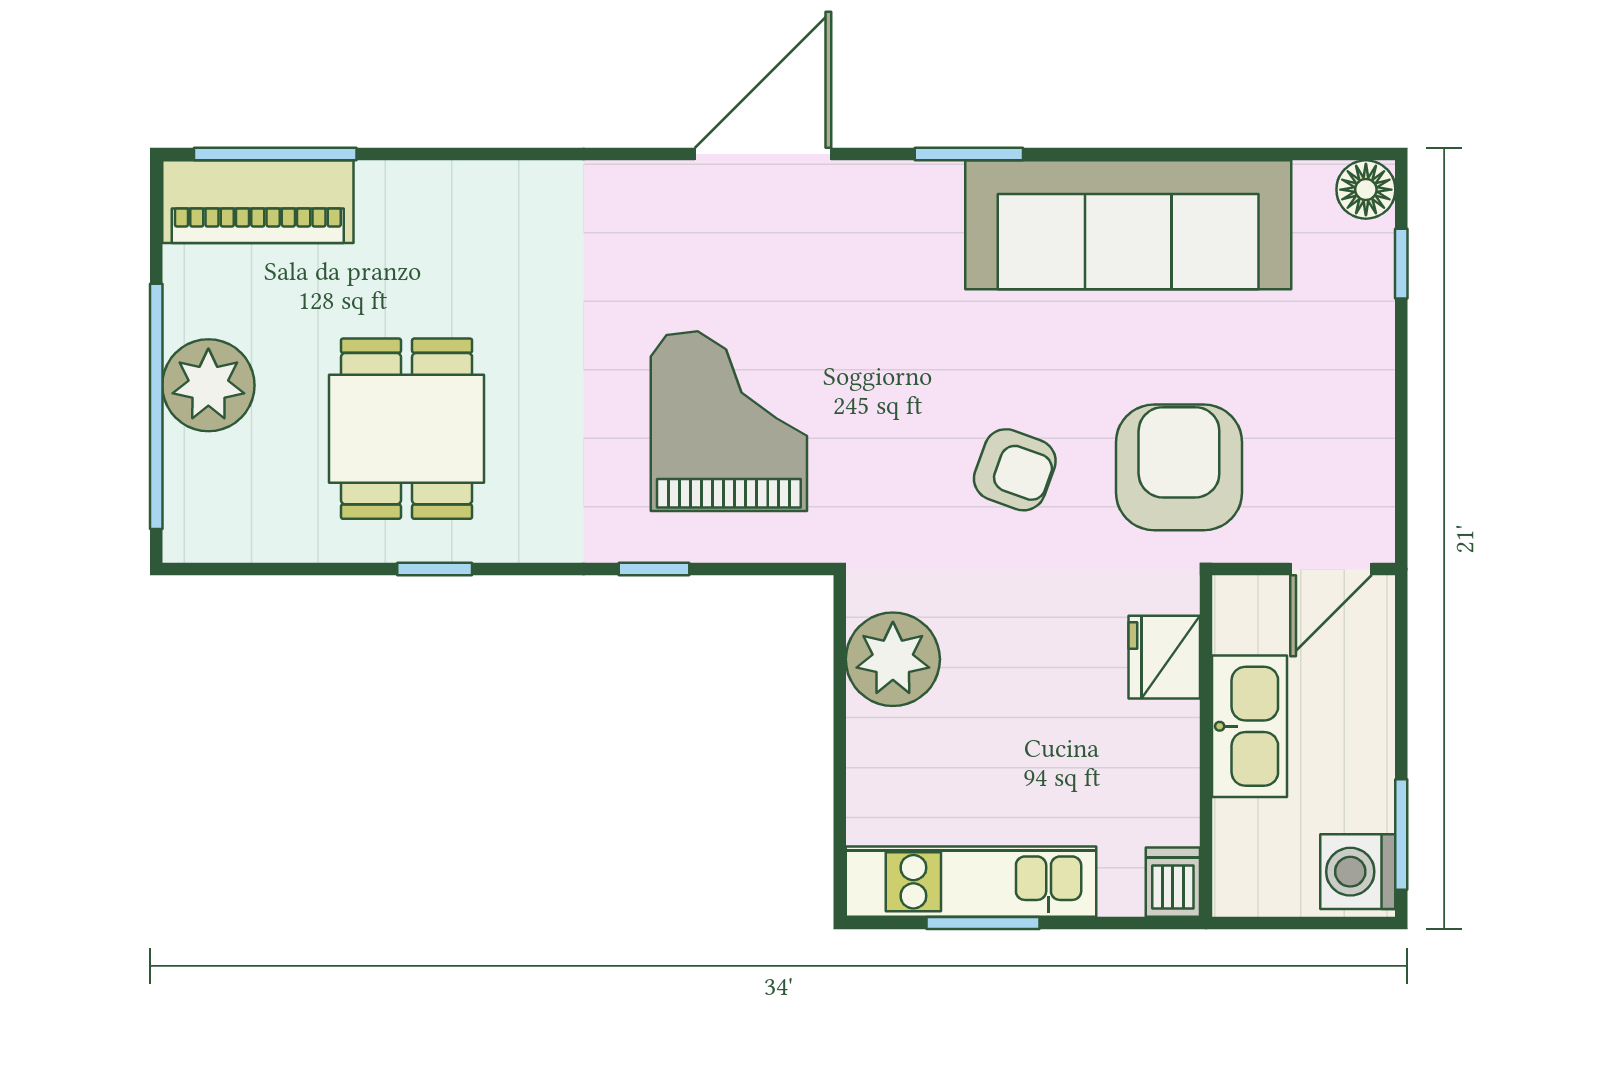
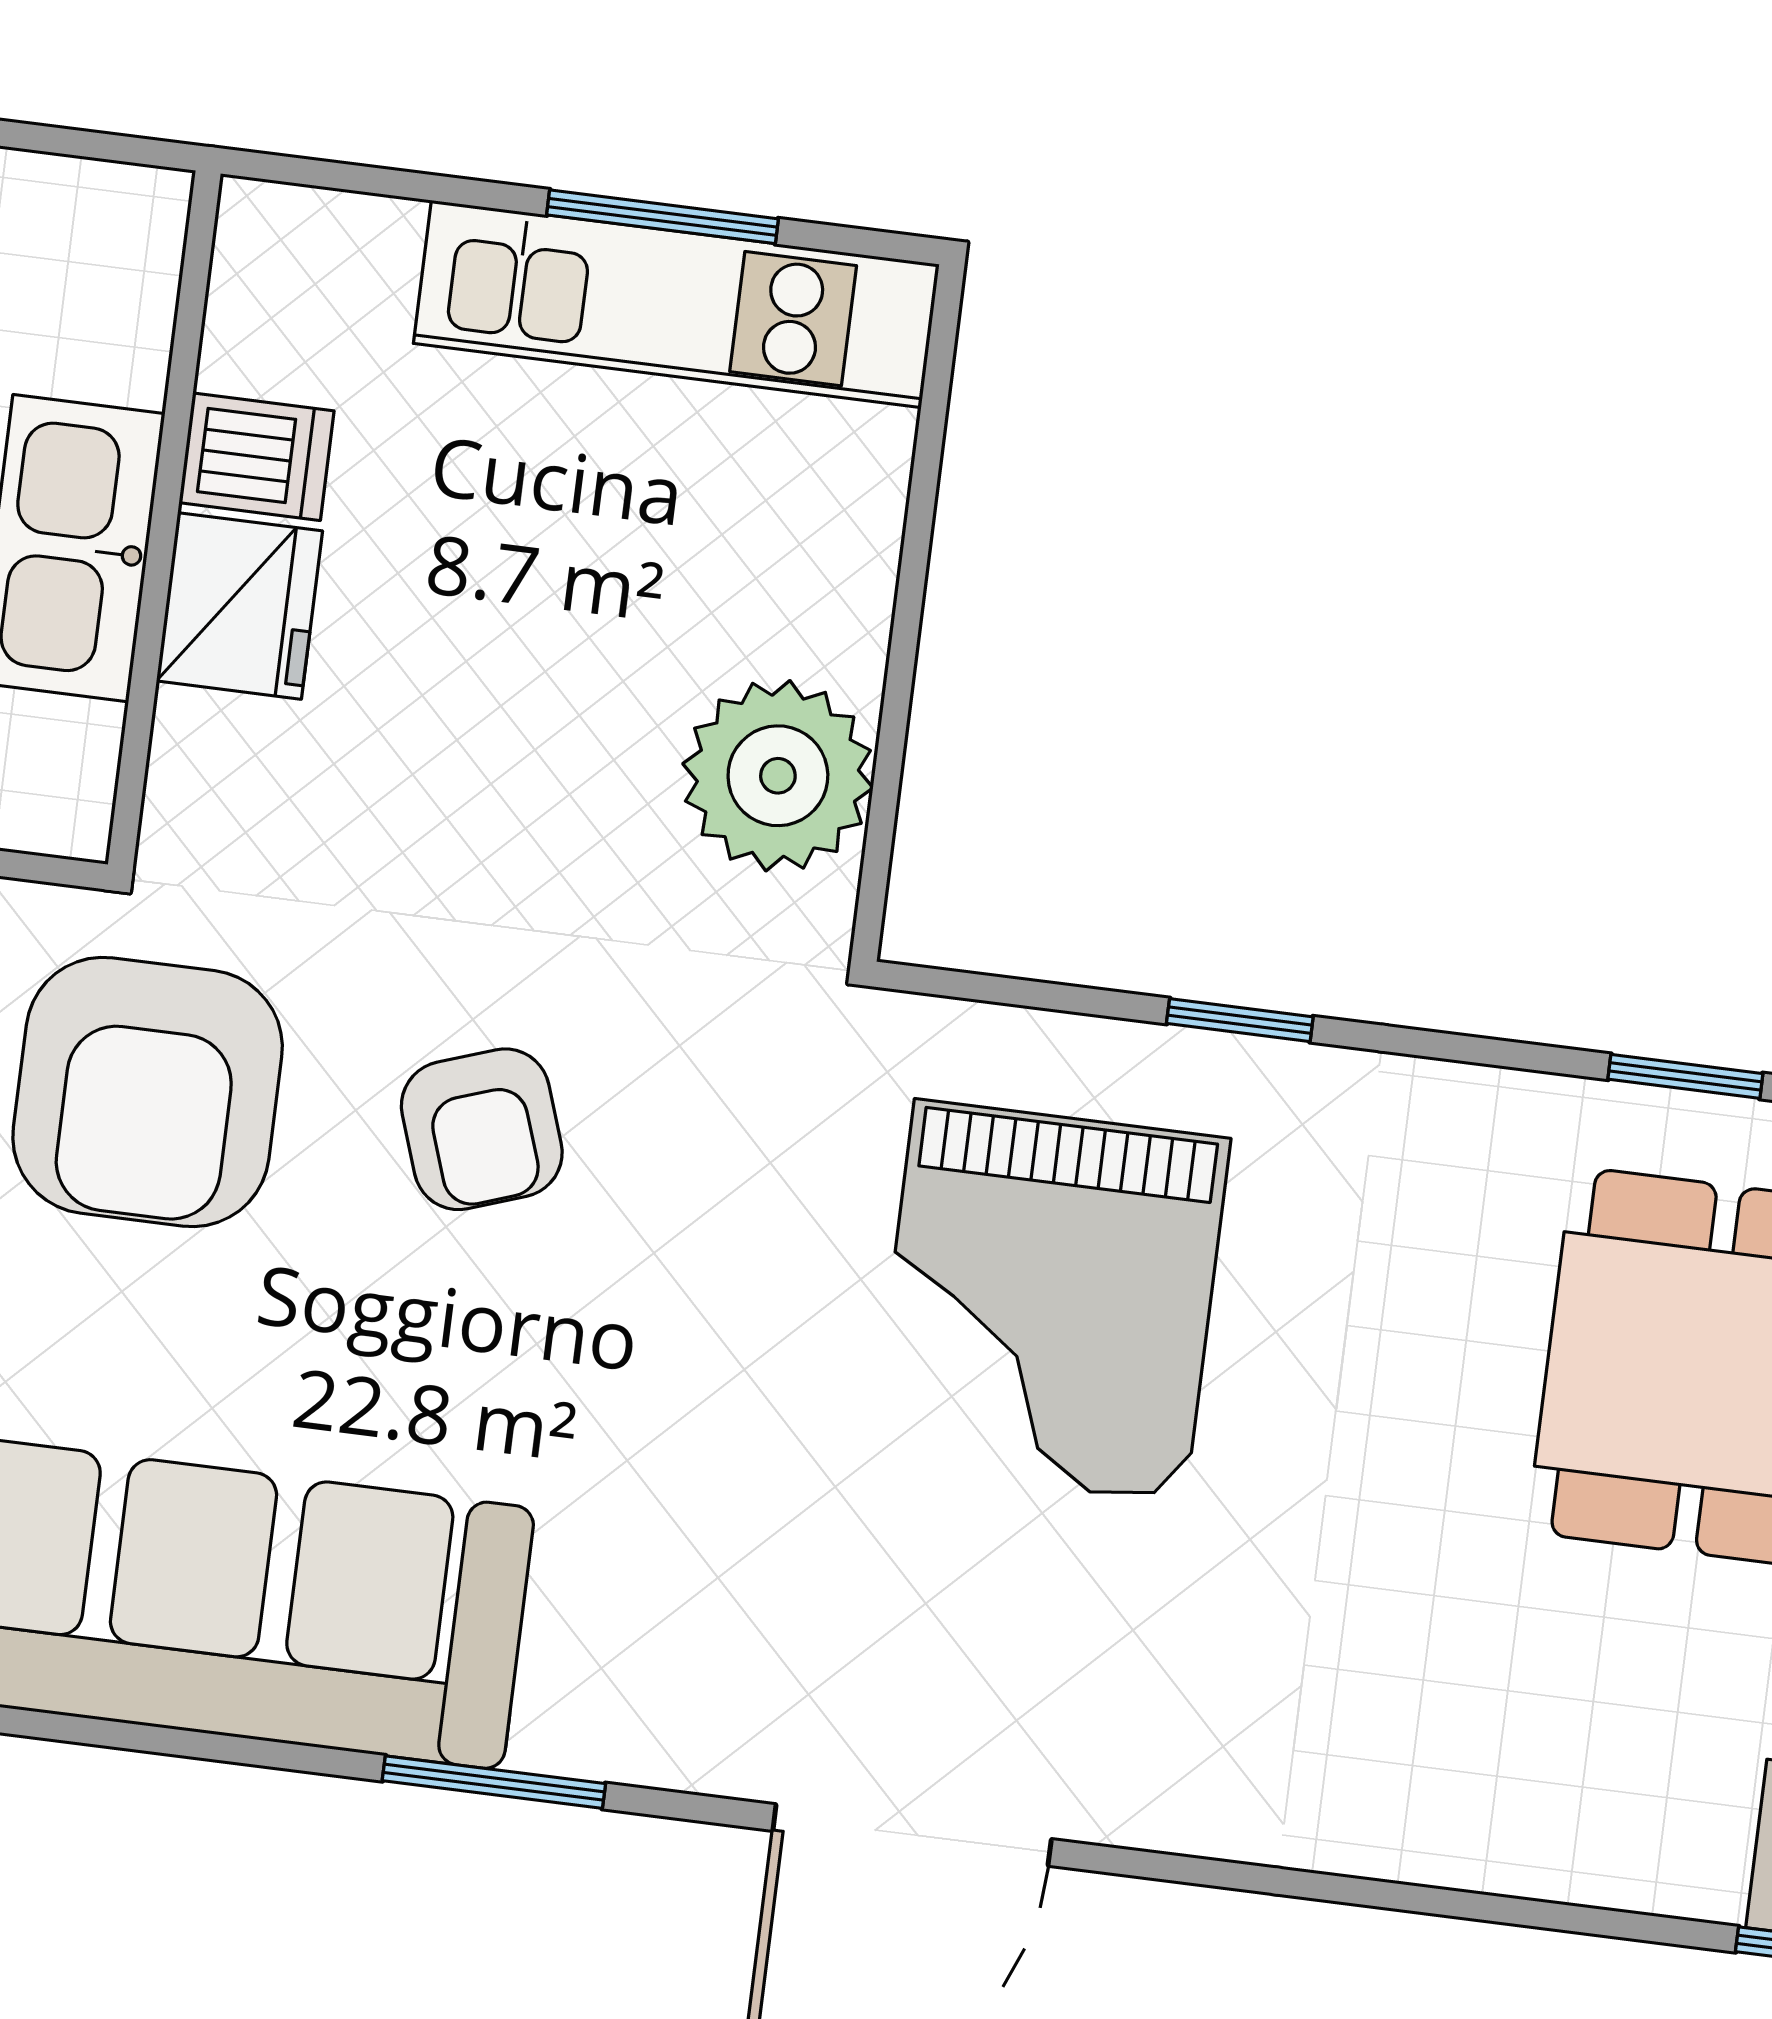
armchair: (1015, 470) -> (482, 1129), turned -129
fridge: (1164, 657) -> (239, 606), moved
dishwasher: (1173, 882) -> (256, 457), moved, turned -90

